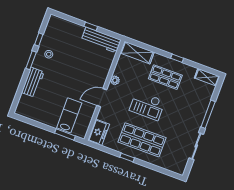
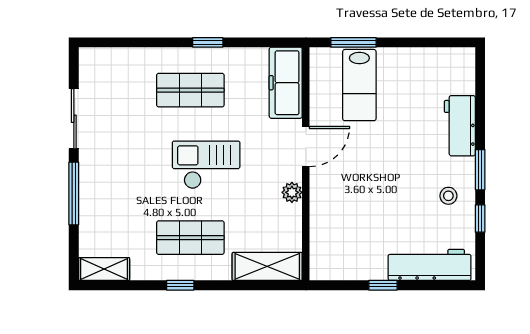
workbench: (101, 40) -> (430, 265), moved
freezer: (99, 132) -> (286, 83), width x1.40
shop shelf: (142, 140) -> (190, 90), width x0.70, depth x0.74

